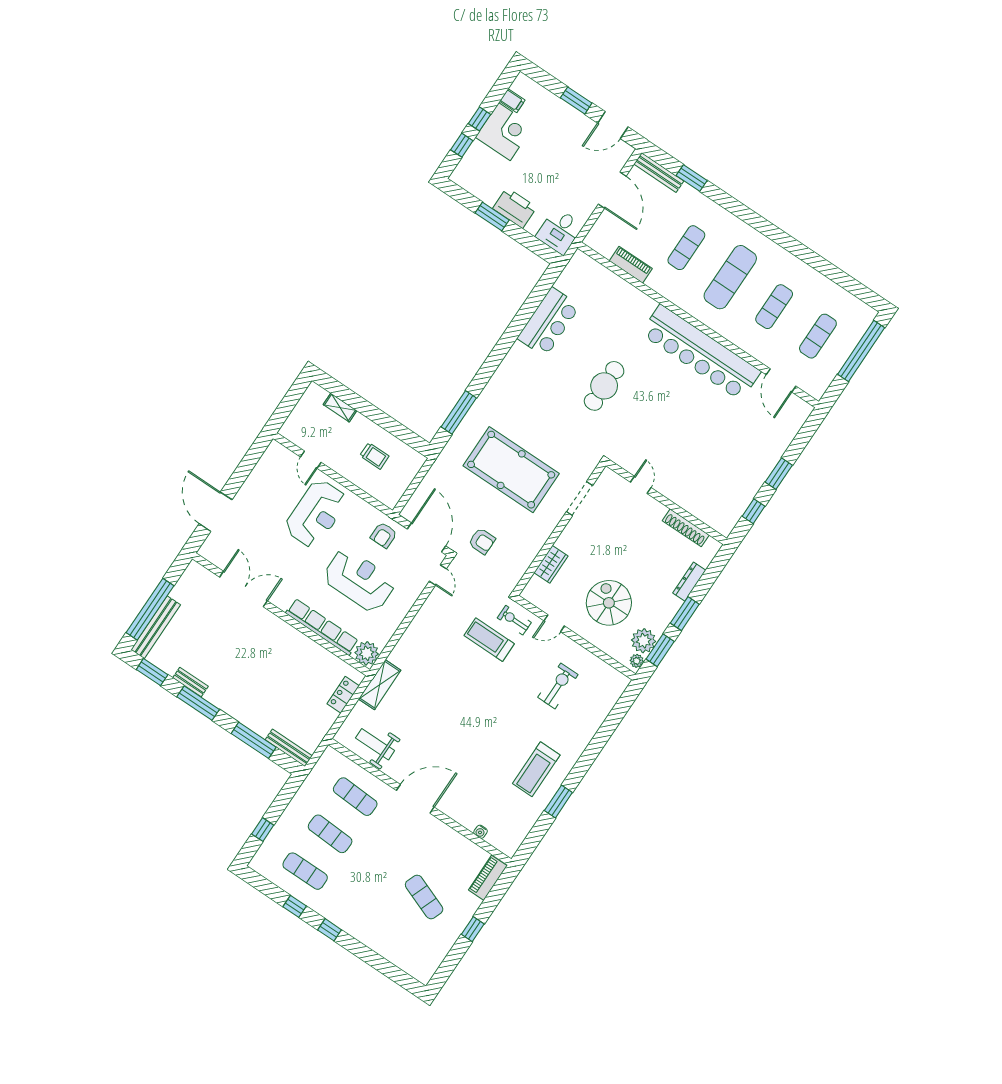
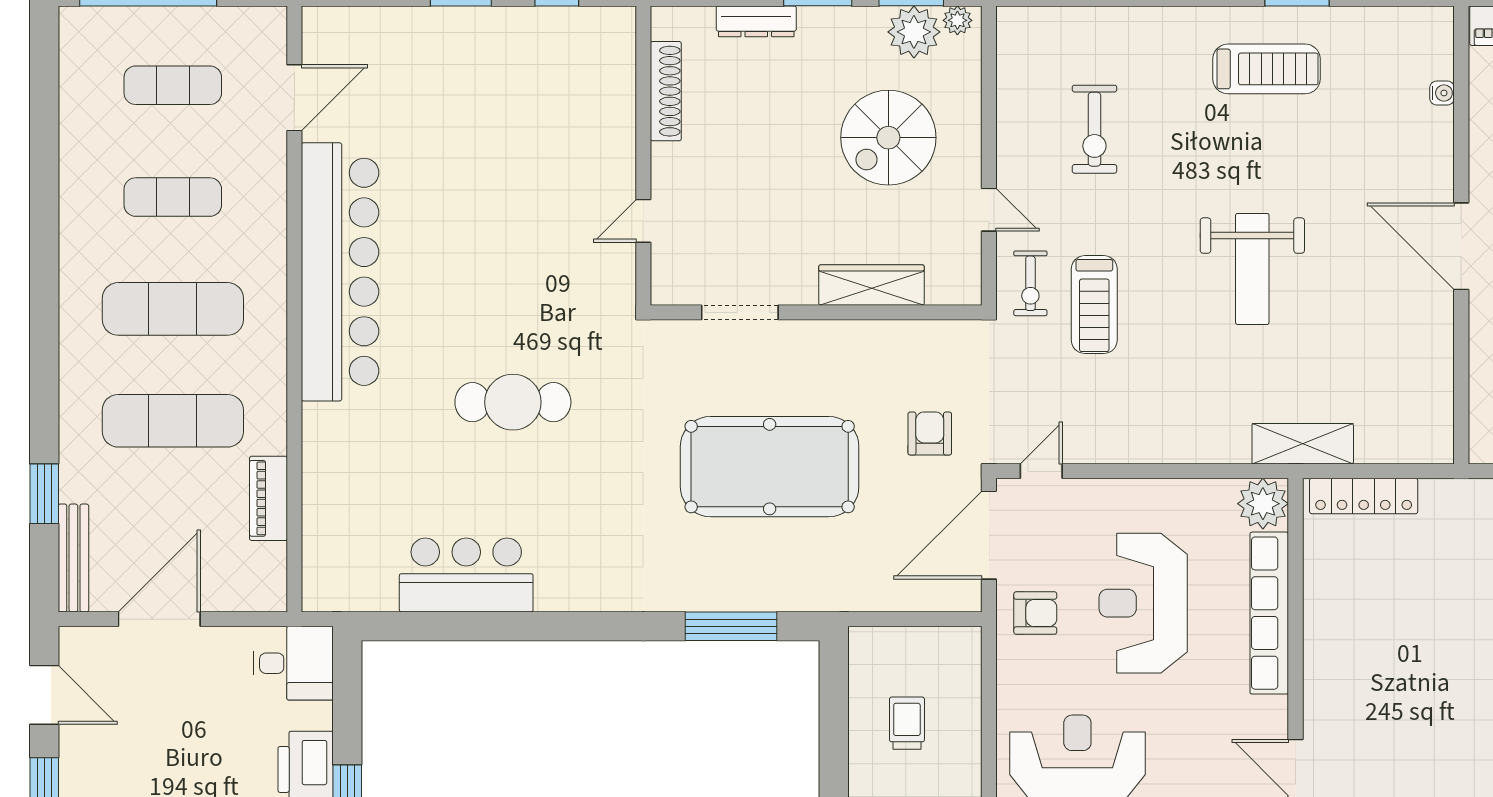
exercise mat: (686, 248) -> (173, 421), width x1.36, depth x1.45
pool table: (511, 470) -> (770, 467), turned 90
wardrobe: (551, 564) -> (871, 285), width x1.50
exercise bike: (558, 686) -> (1094, 129), turned -90
locker: (343, 695) -> (1364, 496), width x1.53
weight bench: (375, 744) -> (1252, 269), moved, width x1.36, depth x1.33

